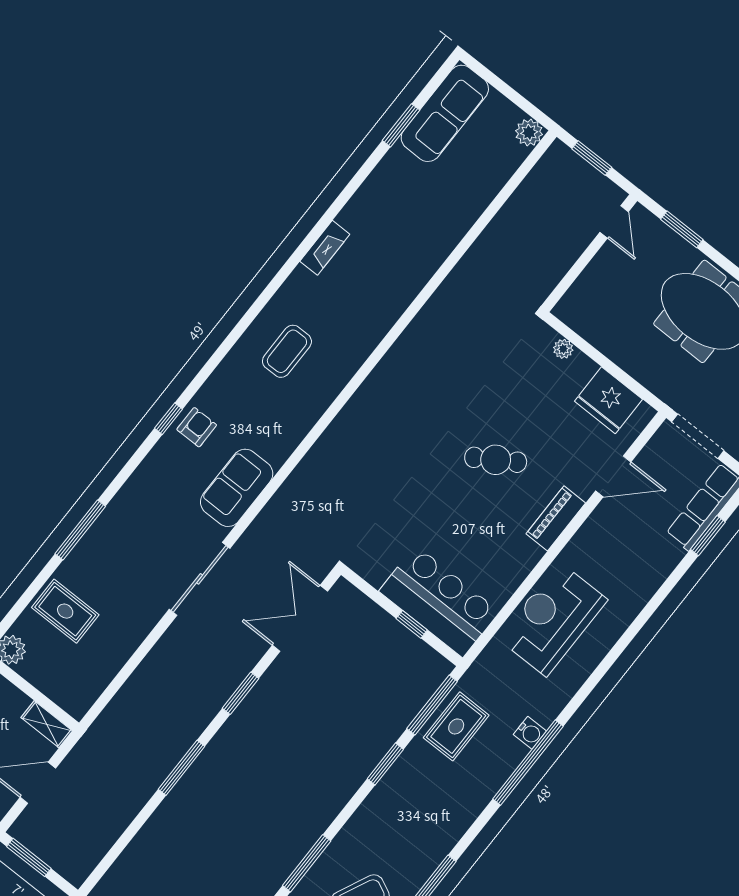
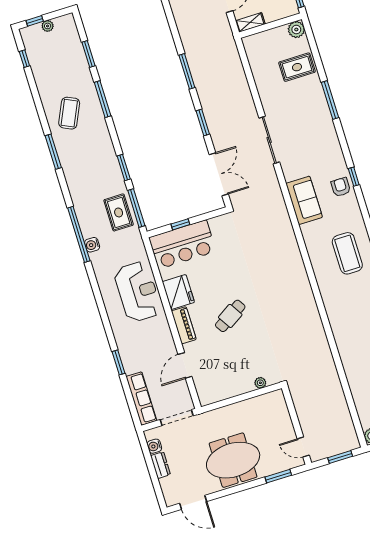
coffee table: (287, 351) -> (347, 253), width x1.36, depth x1.32
fridge: (608, 400) -> (178, 292), moved, turned 90
armchair: (197, 427) -> (341, 187), turned 180
sofa: (237, 488) -> (304, 200), moved
window: (708, 536) -> (118, 362), moved

